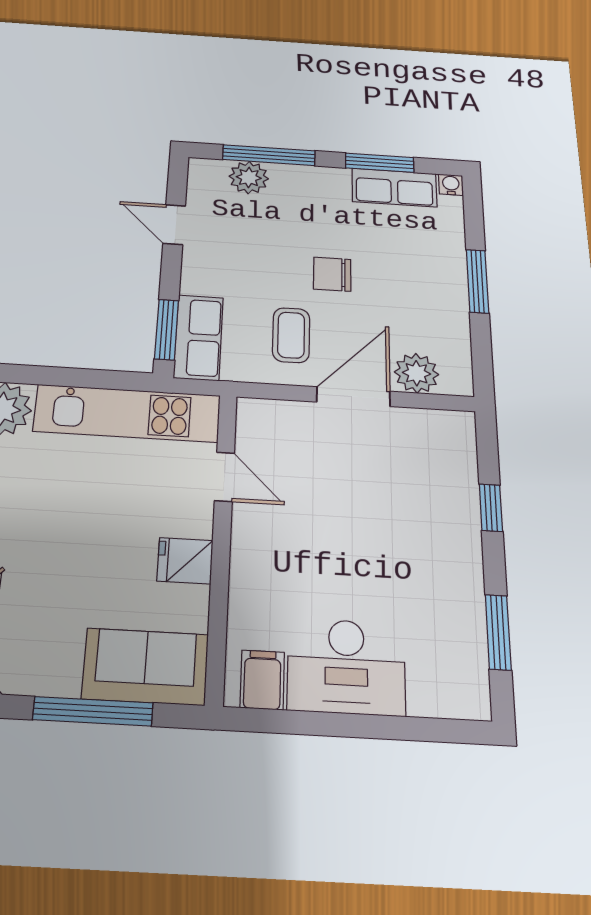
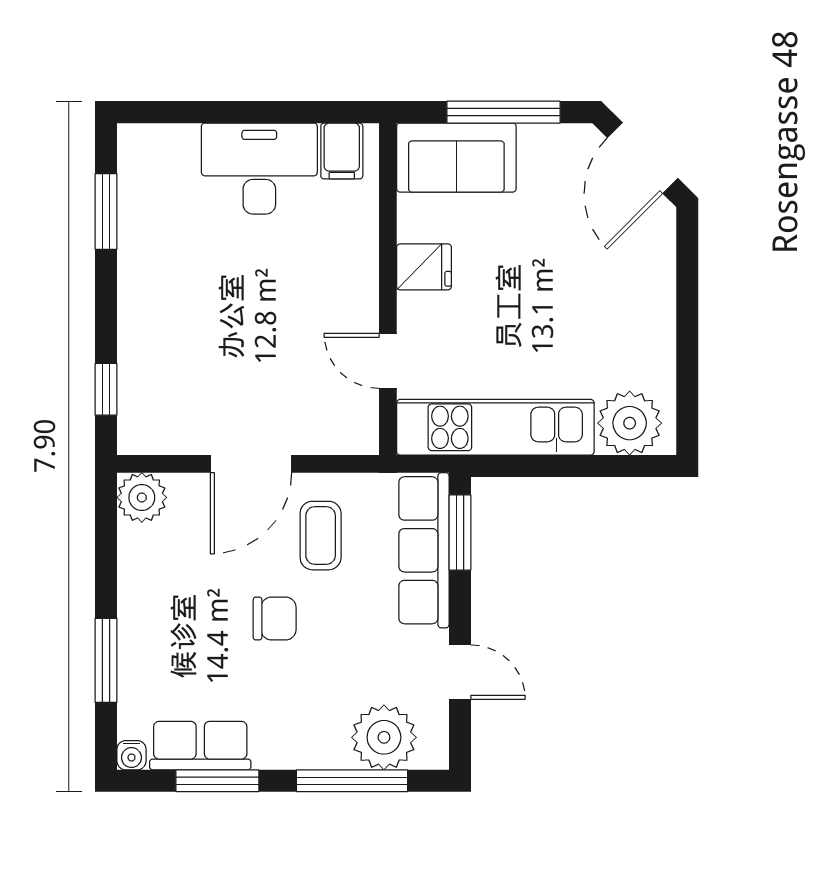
plant: (249, 177) -> (384, 737), width x1.36, depth x1.36
window: (478, 281) -> (106, 660), moved
row of seats: (198, 337) -> (424, 550), width x1.48
plant: (416, 373) -> (142, 497), moved
window: (491, 508) -> (106, 389), moved

